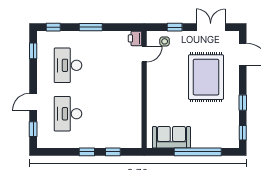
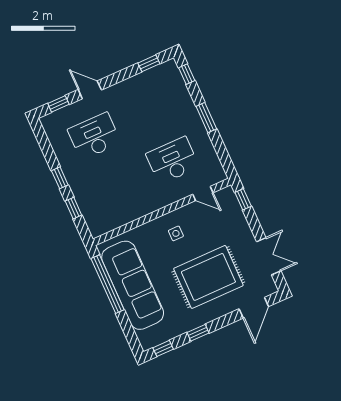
window: (175, 27) -> (243, 199), moved
printer: (135, 38) -> (216, 175), removed
side table: (165, 41) -> (176, 233), moved
desk: (68, 65) -> (173, 160), moved
sofa: (171, 137) -> (133, 285), width x1.85, depth x1.27
window: (198, 152) -> (108, 284), moved

